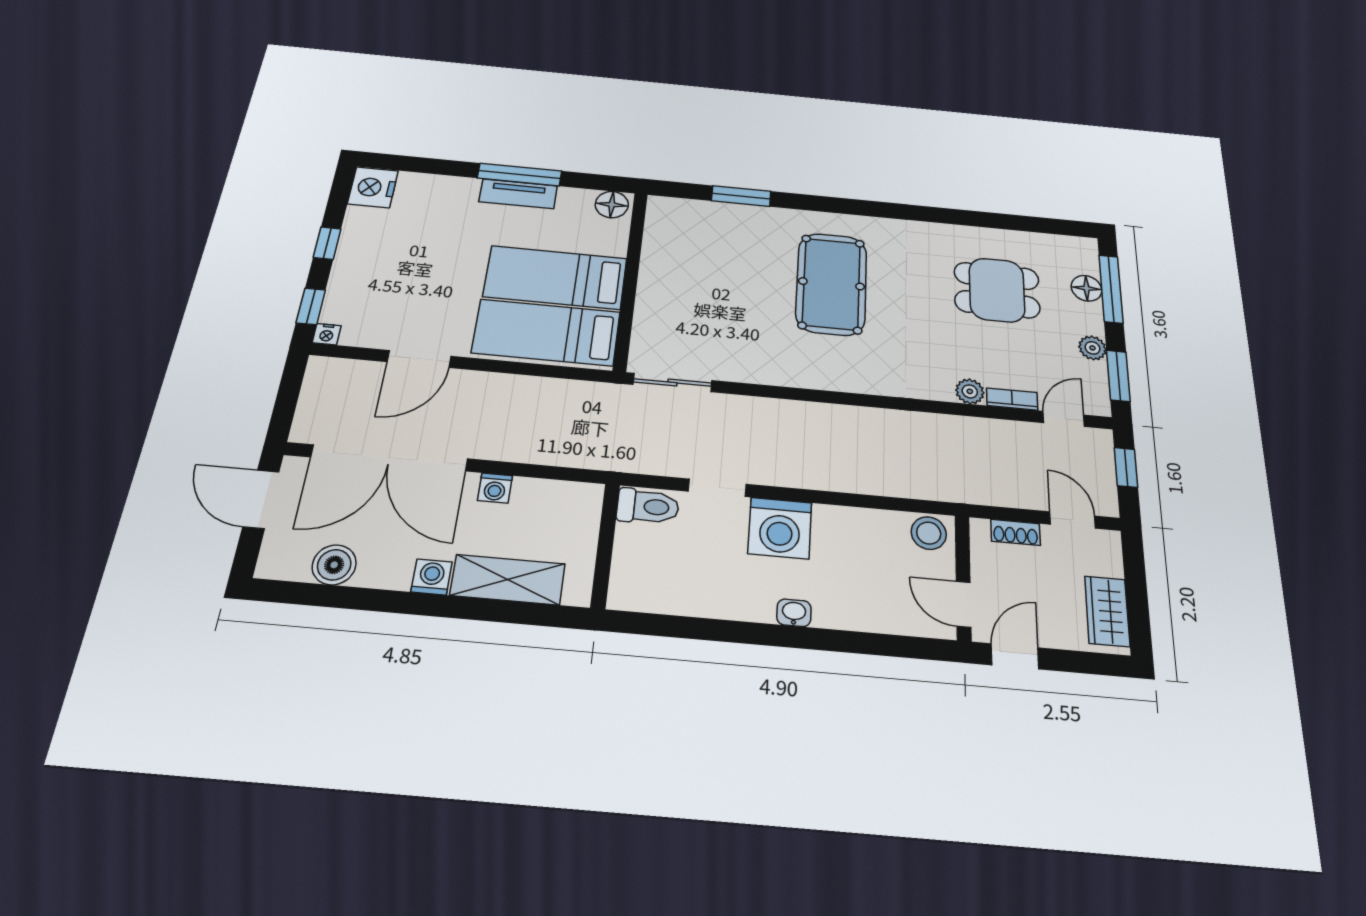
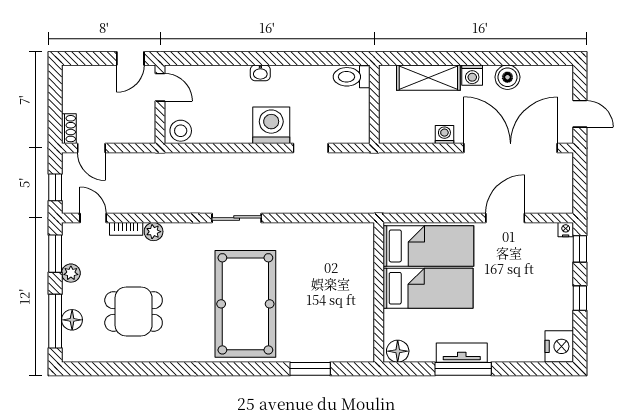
pool table: (831, 284) -> (245, 304), width x1.36, depth x1.32
sliding door: (672, 382) -> (237, 218), moved
door: (1064, 419) -> (93, 218), swing flipped
door: (261, 499) -> (580, 114), width x0.73
toilet: (648, 506) -> (352, 77), moved
shoe rack: (1015, 532) -> (69, 129), moved, turned 90
boiler: (334, 565) -> (507, 77), moved
wardrobe: (1107, 611) -> (74, 91), removed

